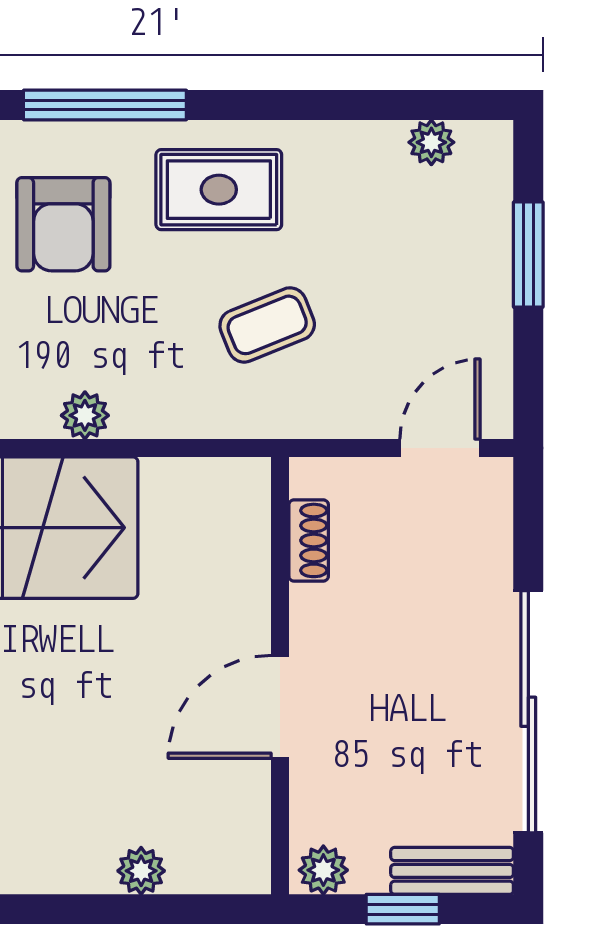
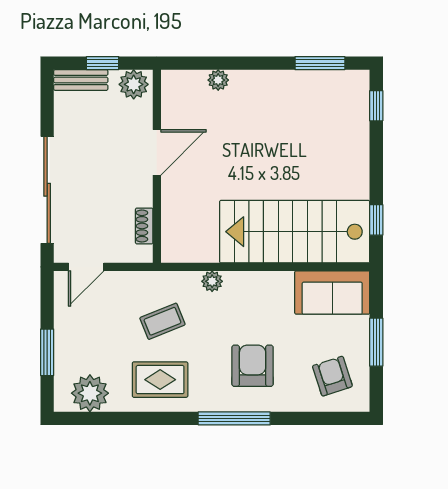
plant: (431, 142) -> (90, 393), width x1.88, depth x1.88
rug: (219, 190) -> (160, 380), moved
plant: (85, 415) -> (212, 281), moved
sliding door: (528, 712) -> (47, 190), moved
plant: (323, 870) -> (134, 84), width x1.38, depth x1.38

